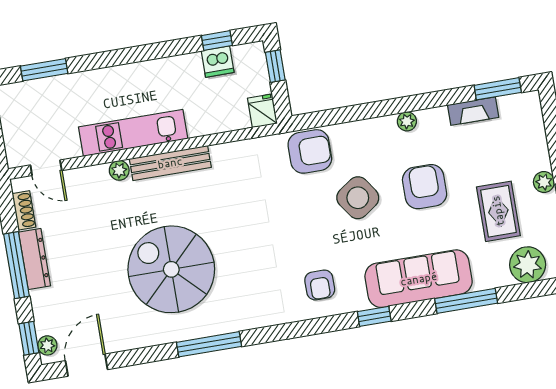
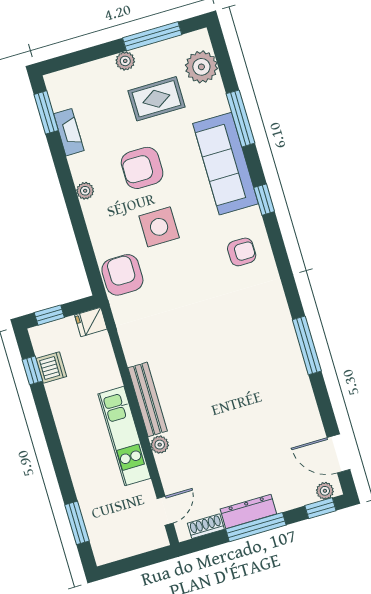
side table: (358, 198) -> (159, 227), turned 35
spiral stairs: (171, 269) -> (243, 387), removed

